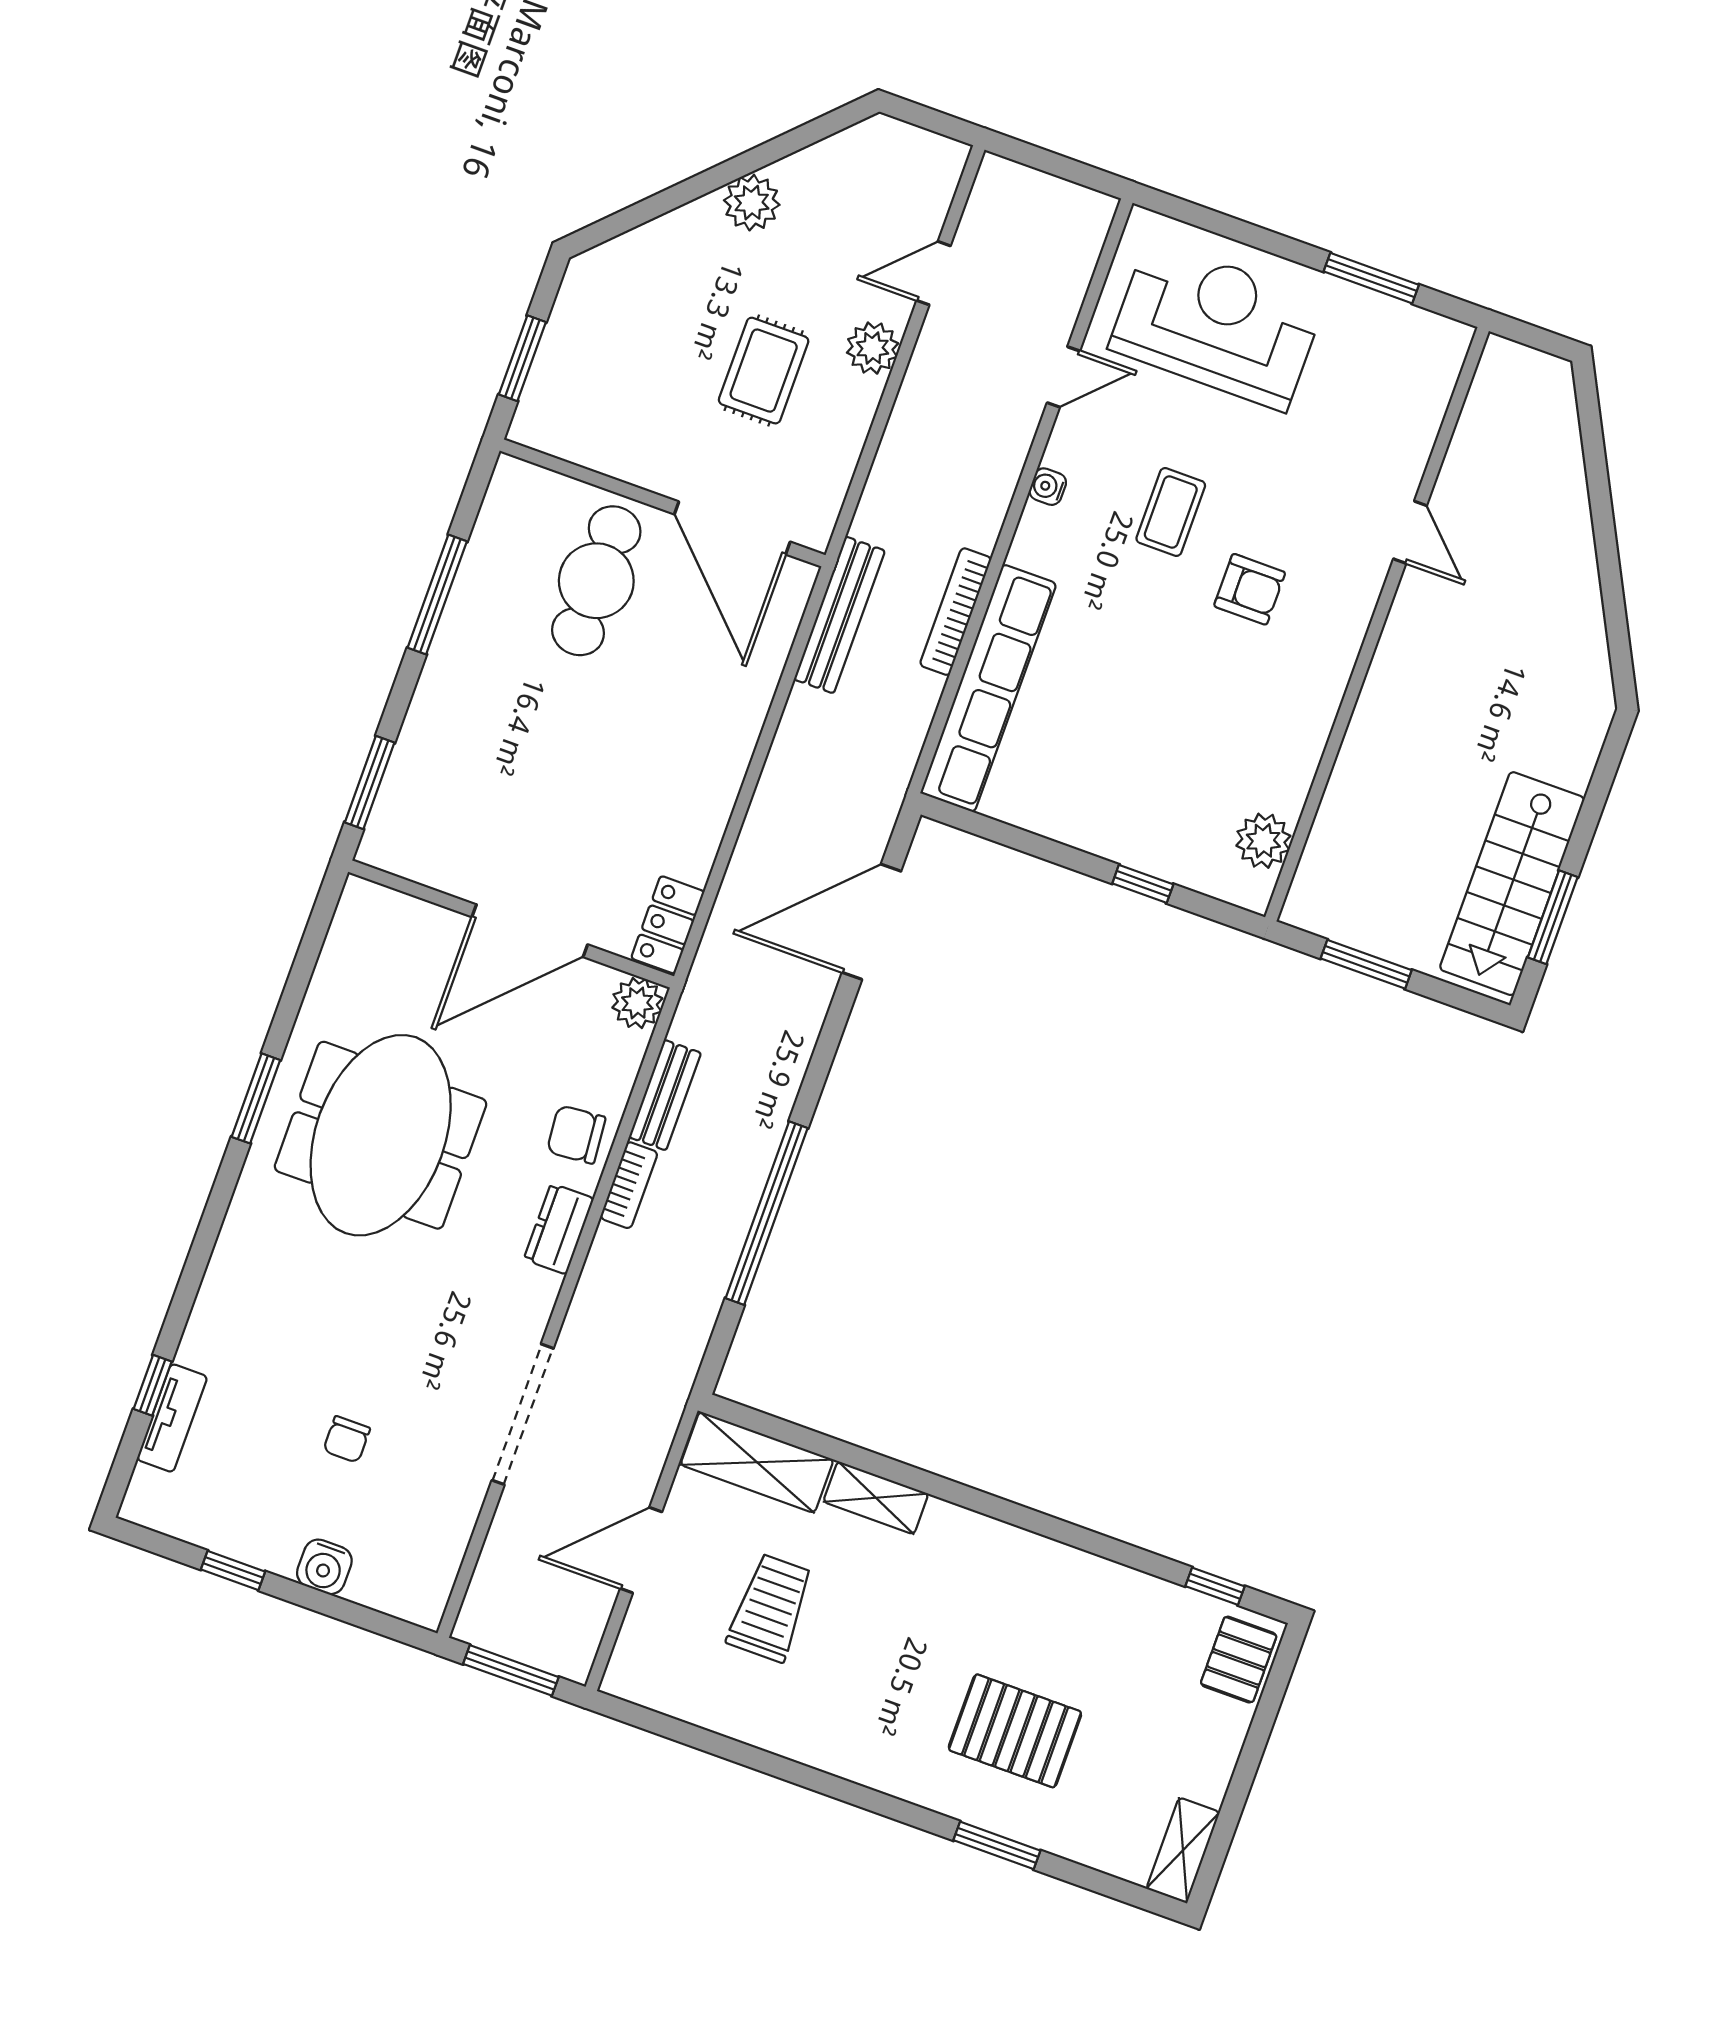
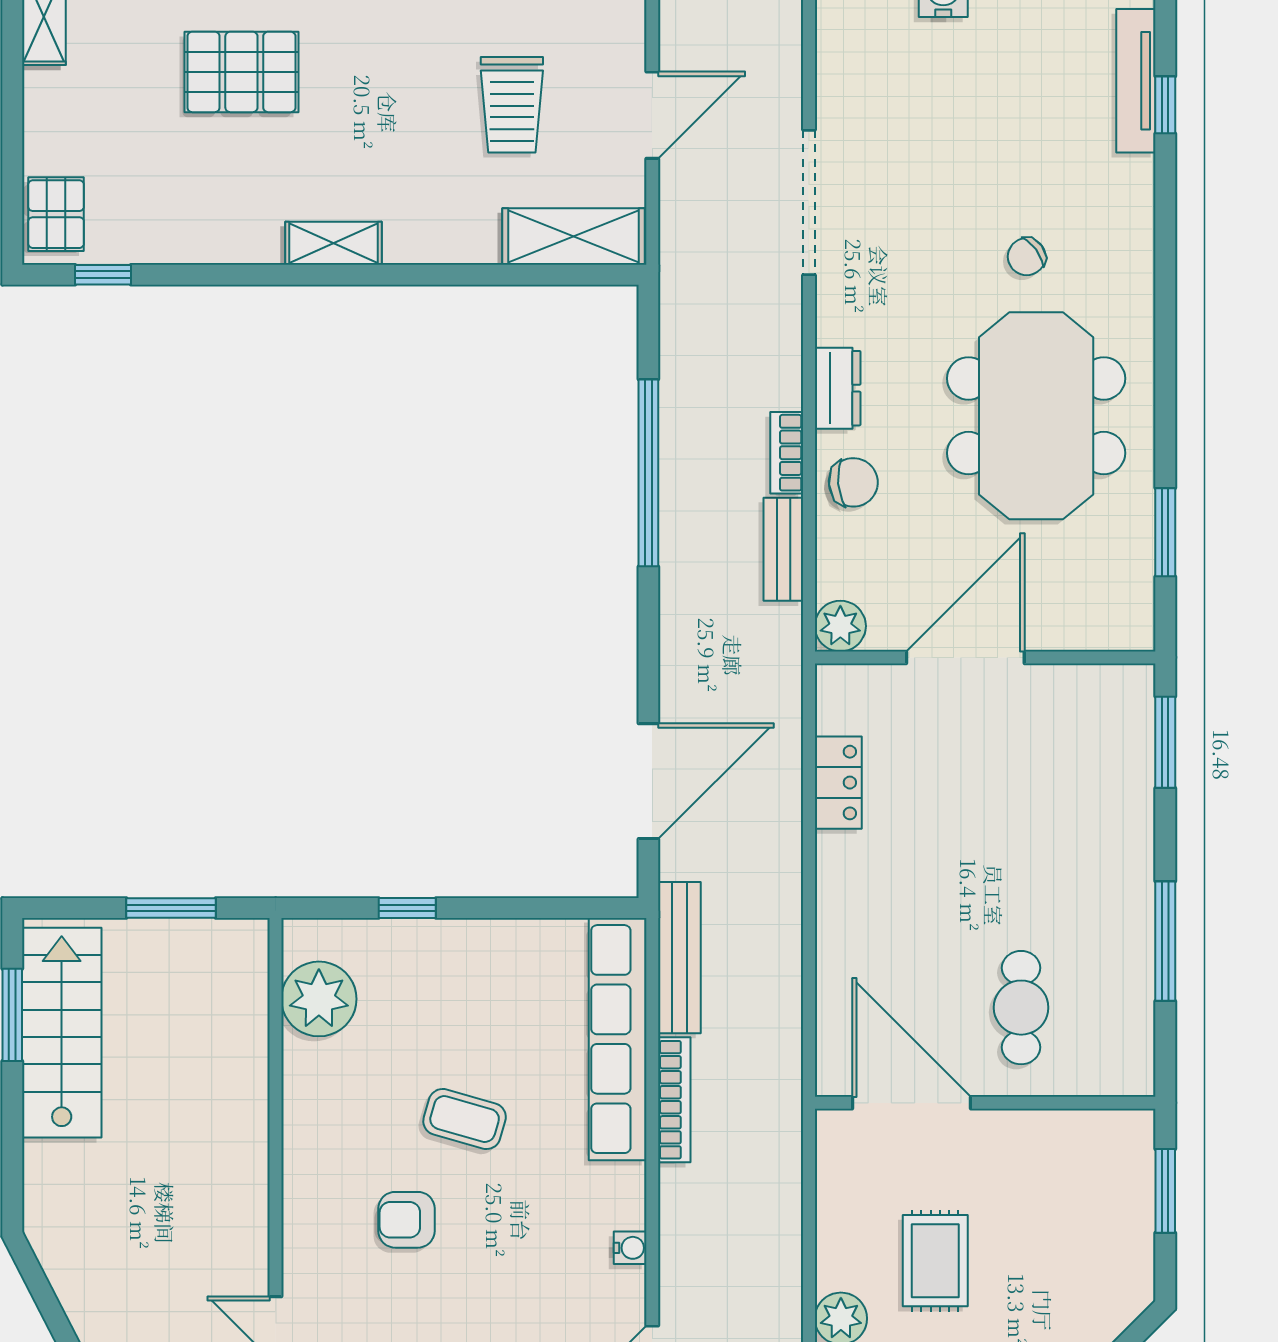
coffee table: (1171, 512) -> (465, 1119), moved, turned -74
cafe table: (596, 581) -> (1021, 1008), width x0.73, depth x0.74
bench: (839, 615) -> (679, 958), moved
plant: (1263, 841) -> (319, 999), width x1.36, depth x1.36
locker: (668, 925) -> (838, 783), moved
window: (256, 1098) -> (1165, 532), moved
tv unit: (172, 1418) -> (1136, 81), width x1.41
chair: (347, 1439) -> (1027, 257), moved, turned -126
shelving: (876, 1498) -> (333, 243), moved

